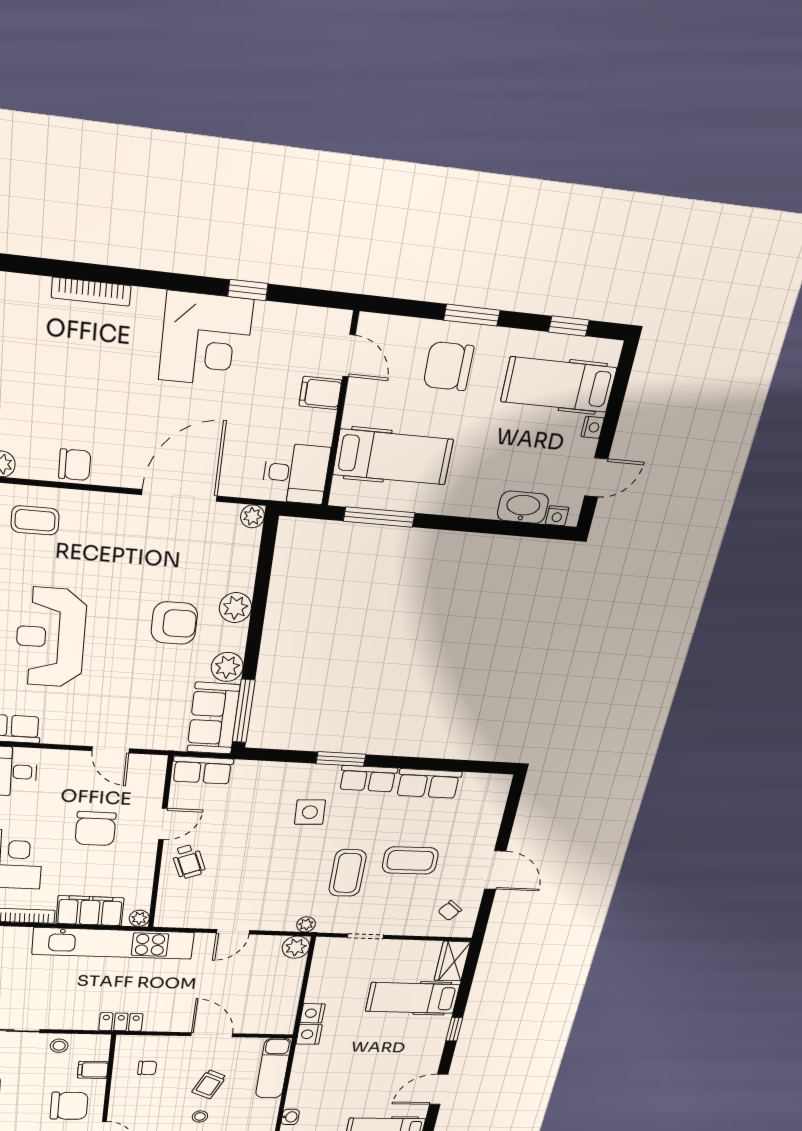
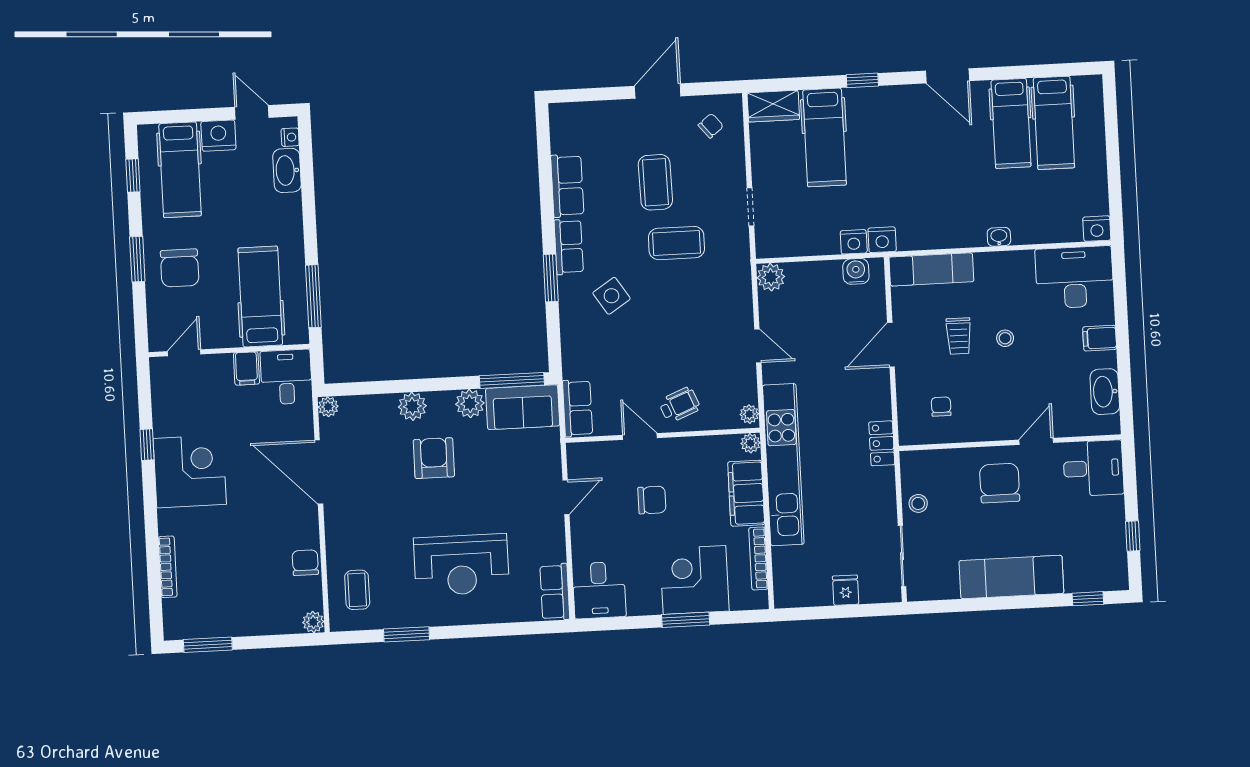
filing cabinet: (320, 393) -> (246, 368), moved
nightstand: (592, 427) -> (218, 136), width x1.89, depth x1.79
side table: (310, 812) -> (611, 296), turned -30
chair: (95, 829) -> (652, 500), width x0.73, depth x0.73
chair: (450, 911) -> (711, 126), turned -78
plant: (306, 924) -> (749, 414), moved
water cooler: (285, 1013) -> (856, 271), added
filing cabinet: (93, 1070) -> (948, 464), removed
trolley: (209, 1084) -> (959, 336), turned 66

